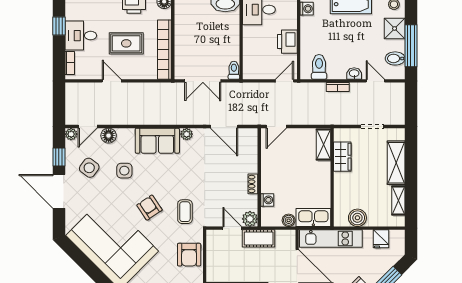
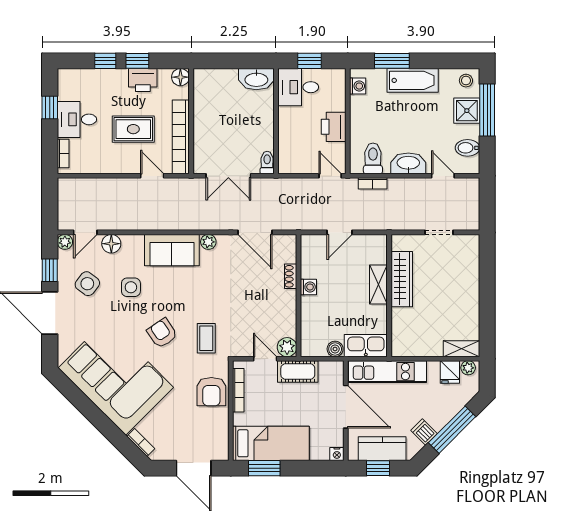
window: (411, 46) -> (487, 110), moved
washbasin: (354, 74) -> (408, 163), width x1.91, depth x1.45
door: (112, 81) -> (152, 176), moved
door: (285, 81) -> (330, 176), hinge flipped
bookcase: (338, 87) -> (373, 183), moved
door: (276, 126) -> (340, 232), moved
shelving: (323, 144) -> (378, 285), moved
wardrobe: (342, 157) -> (402, 279), width x1.50
shelving: (396, 163) -> (469, 277), removed
shoe rack: (253, 184) -> (291, 276), moved
washing machine: (267, 200) -> (308, 287), moved
shelving: (398, 200) -> (461, 349), moved, turned 90
boiler: (357, 218) -> (421, 346), removed
plant: (396, 235) -> (468, 368), added
bookcase: (211, 254) -> (238, 390), added

